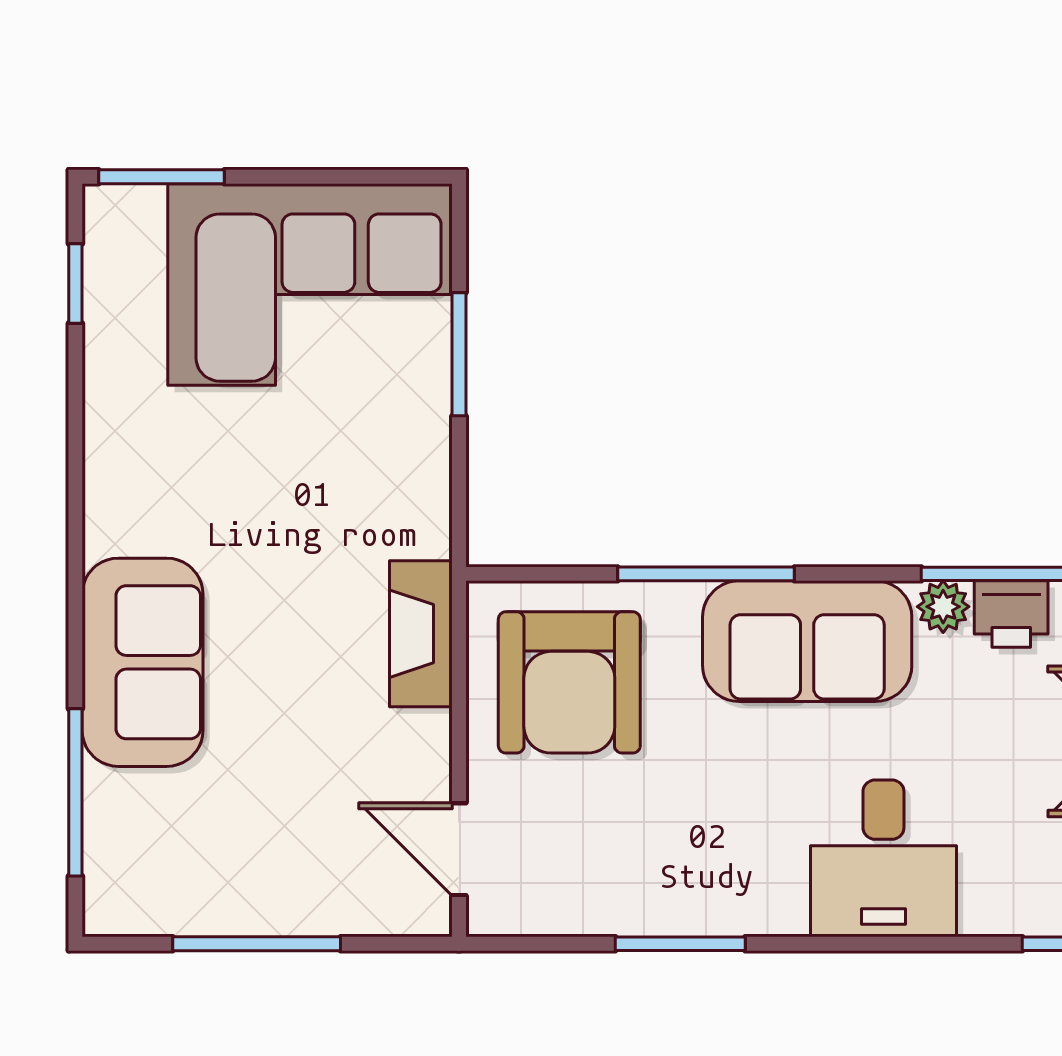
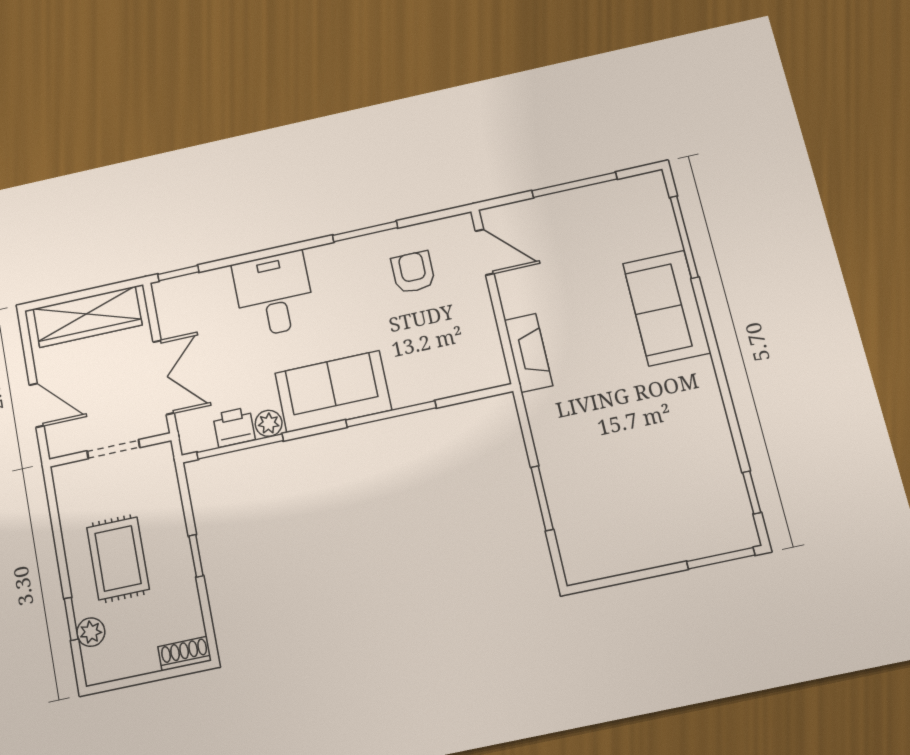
corner sofa: (309, 284) -> (629, 518), removed
armchair: (569, 682) -> (413, 272), moved, width x0.53, depth x0.53

